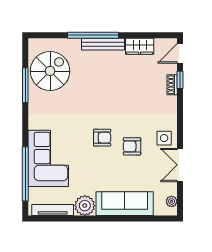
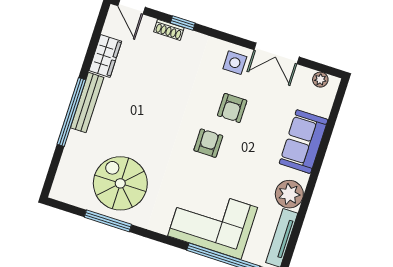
spiral stairs: (50, 71) -> (120, 183), moved
window: (180, 80) -> (183, 23), moved
sofa: (125, 204) -> (304, 142), width x0.73

